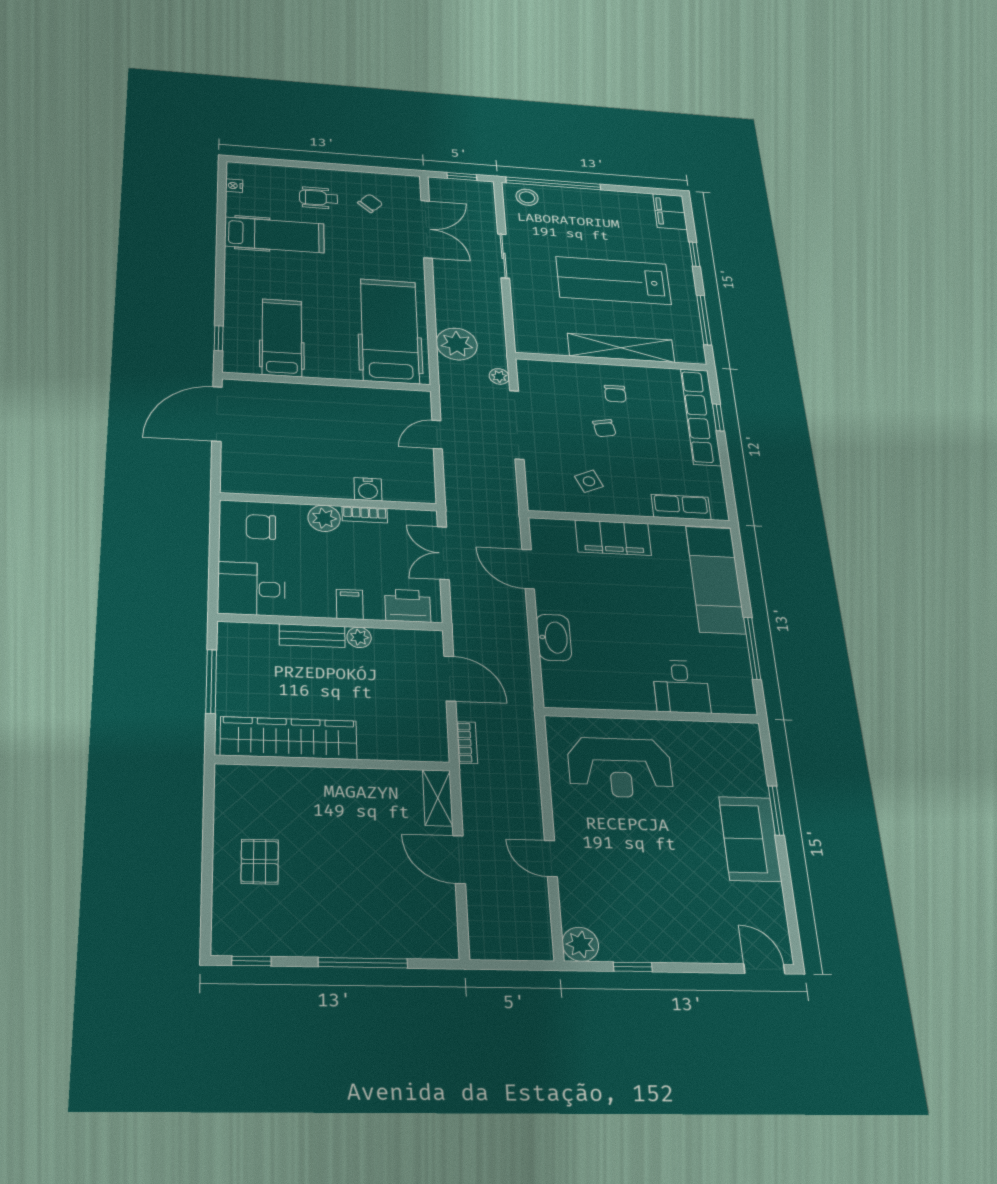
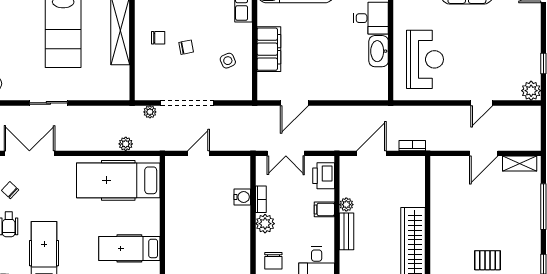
plant: (457, 344) -> (126, 144), width x0.53, depth x0.53
door: (437, 435) -> (198, 153), swing flipped
washbasin: (554, 637) -> (379, 51), moved, turned -90
shelving: (438, 798) -> (520, 163), moved

